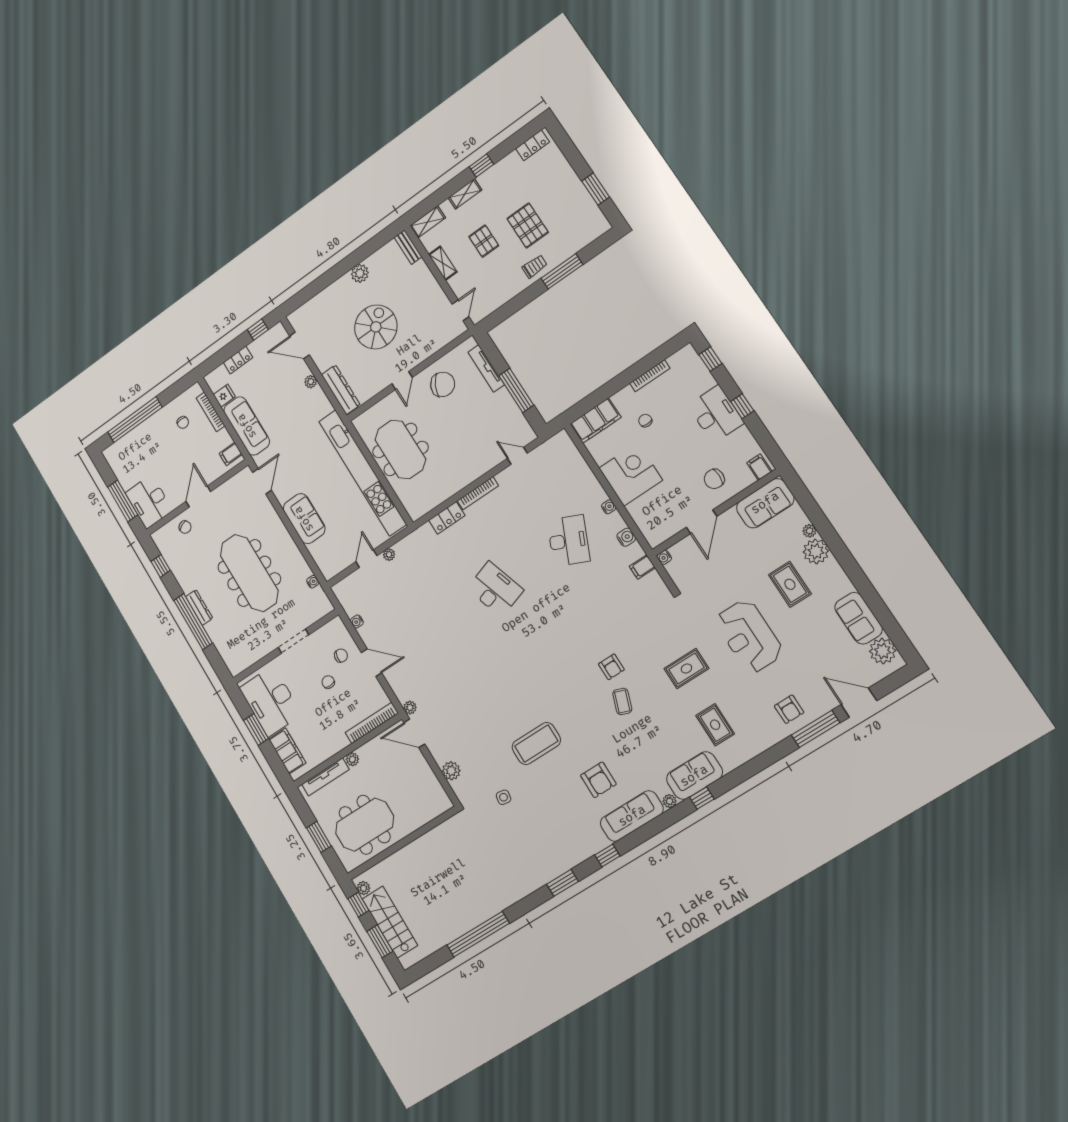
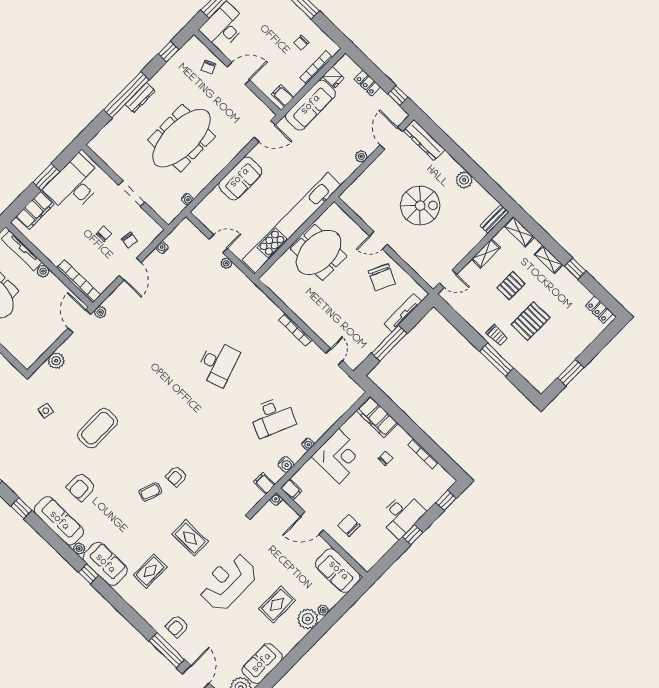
dresser: (341, 390) -> (424, 140), moved, turned 90
filing cabinet: (759, 467) -> (291, 489), moved, turned 90
locker: (447, 518) -> (269, 307), removed
coffee table: (536, 744) -> (98, 428), turned 90

